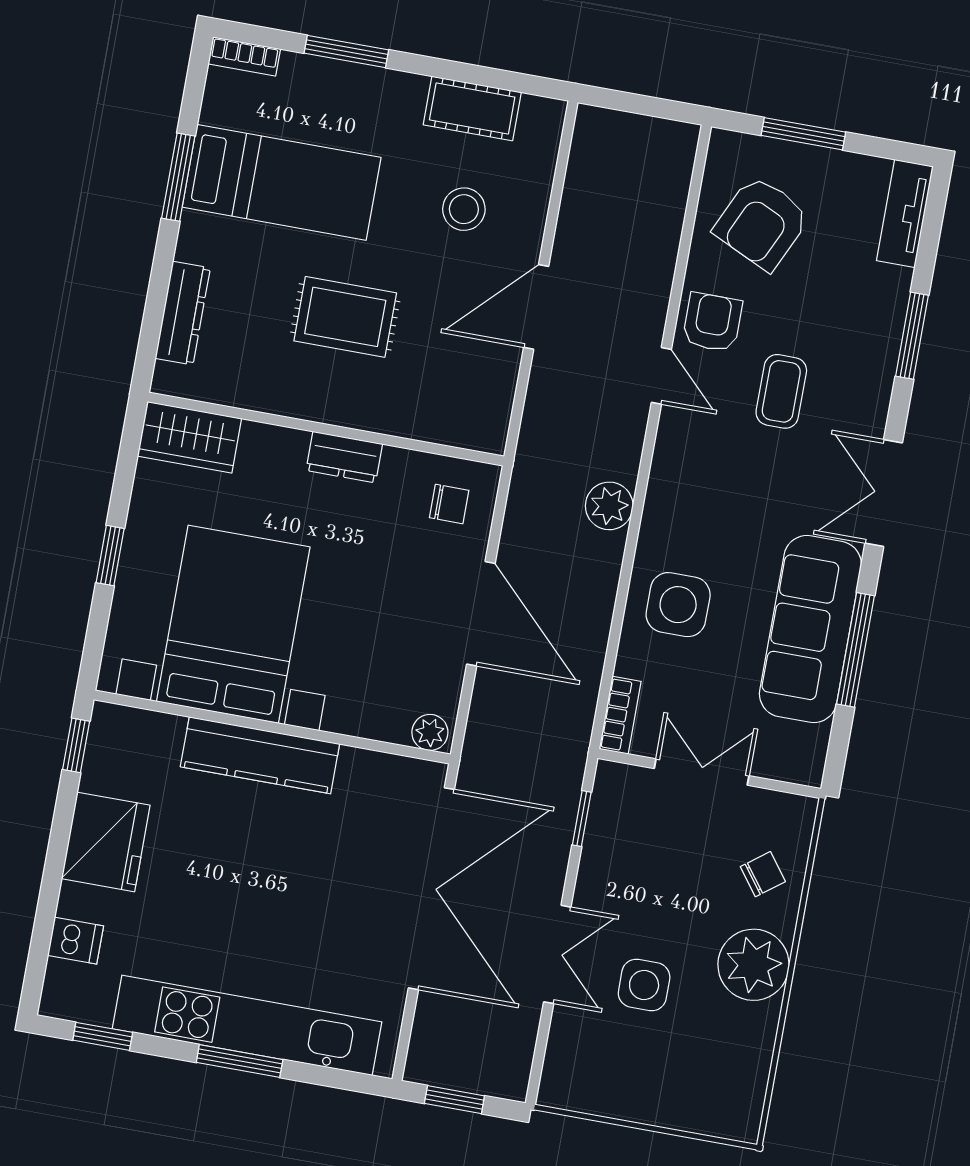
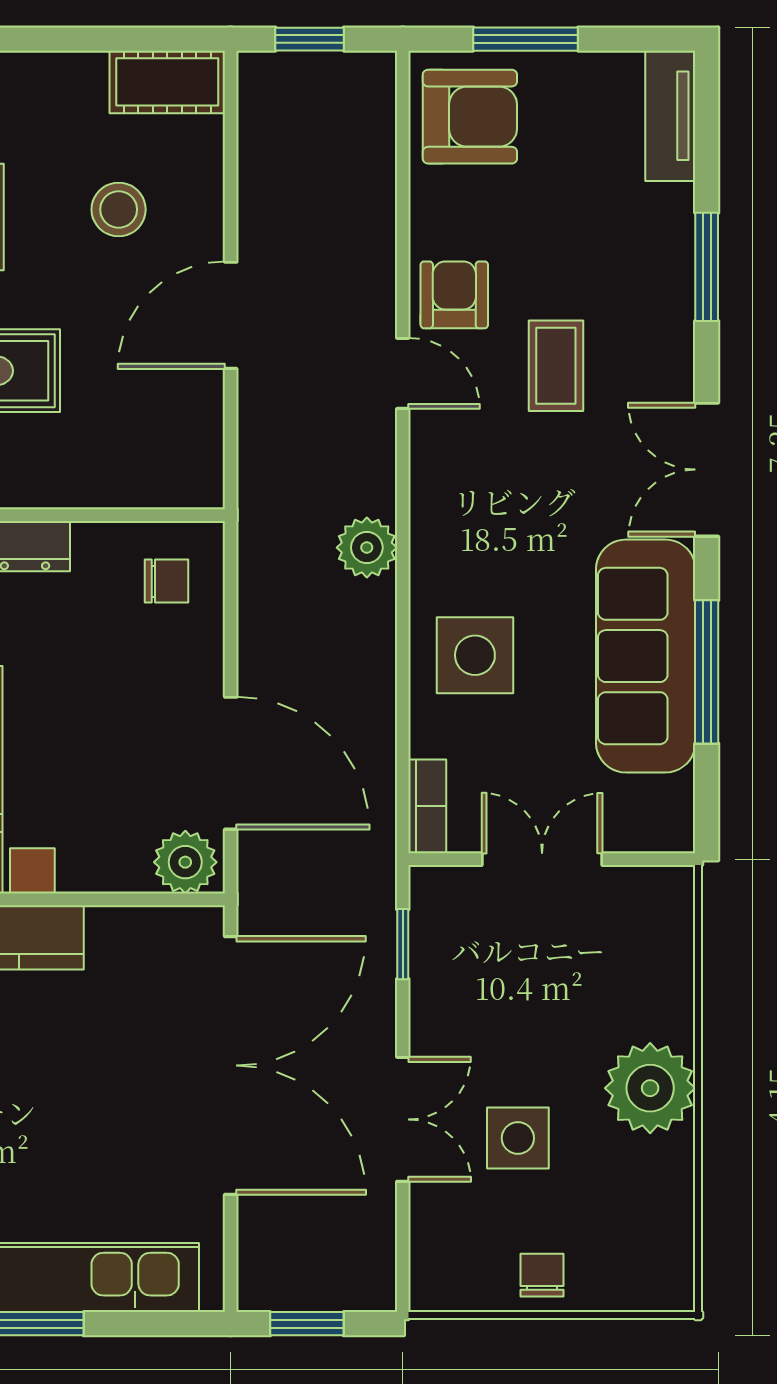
window: (636, 104) -> (310, 39), added
cot: (472, 108) -> (167, 82), moved
armchair: (762, 223) -> (470, 117), moved, turned -115
door: (481, 614) -> (231, 763), moved
plant: (430, 732) -> (185, 862), width x1.38, depth x1.38
chair: (763, 874) -> (542, 1275), moved, turned -53

